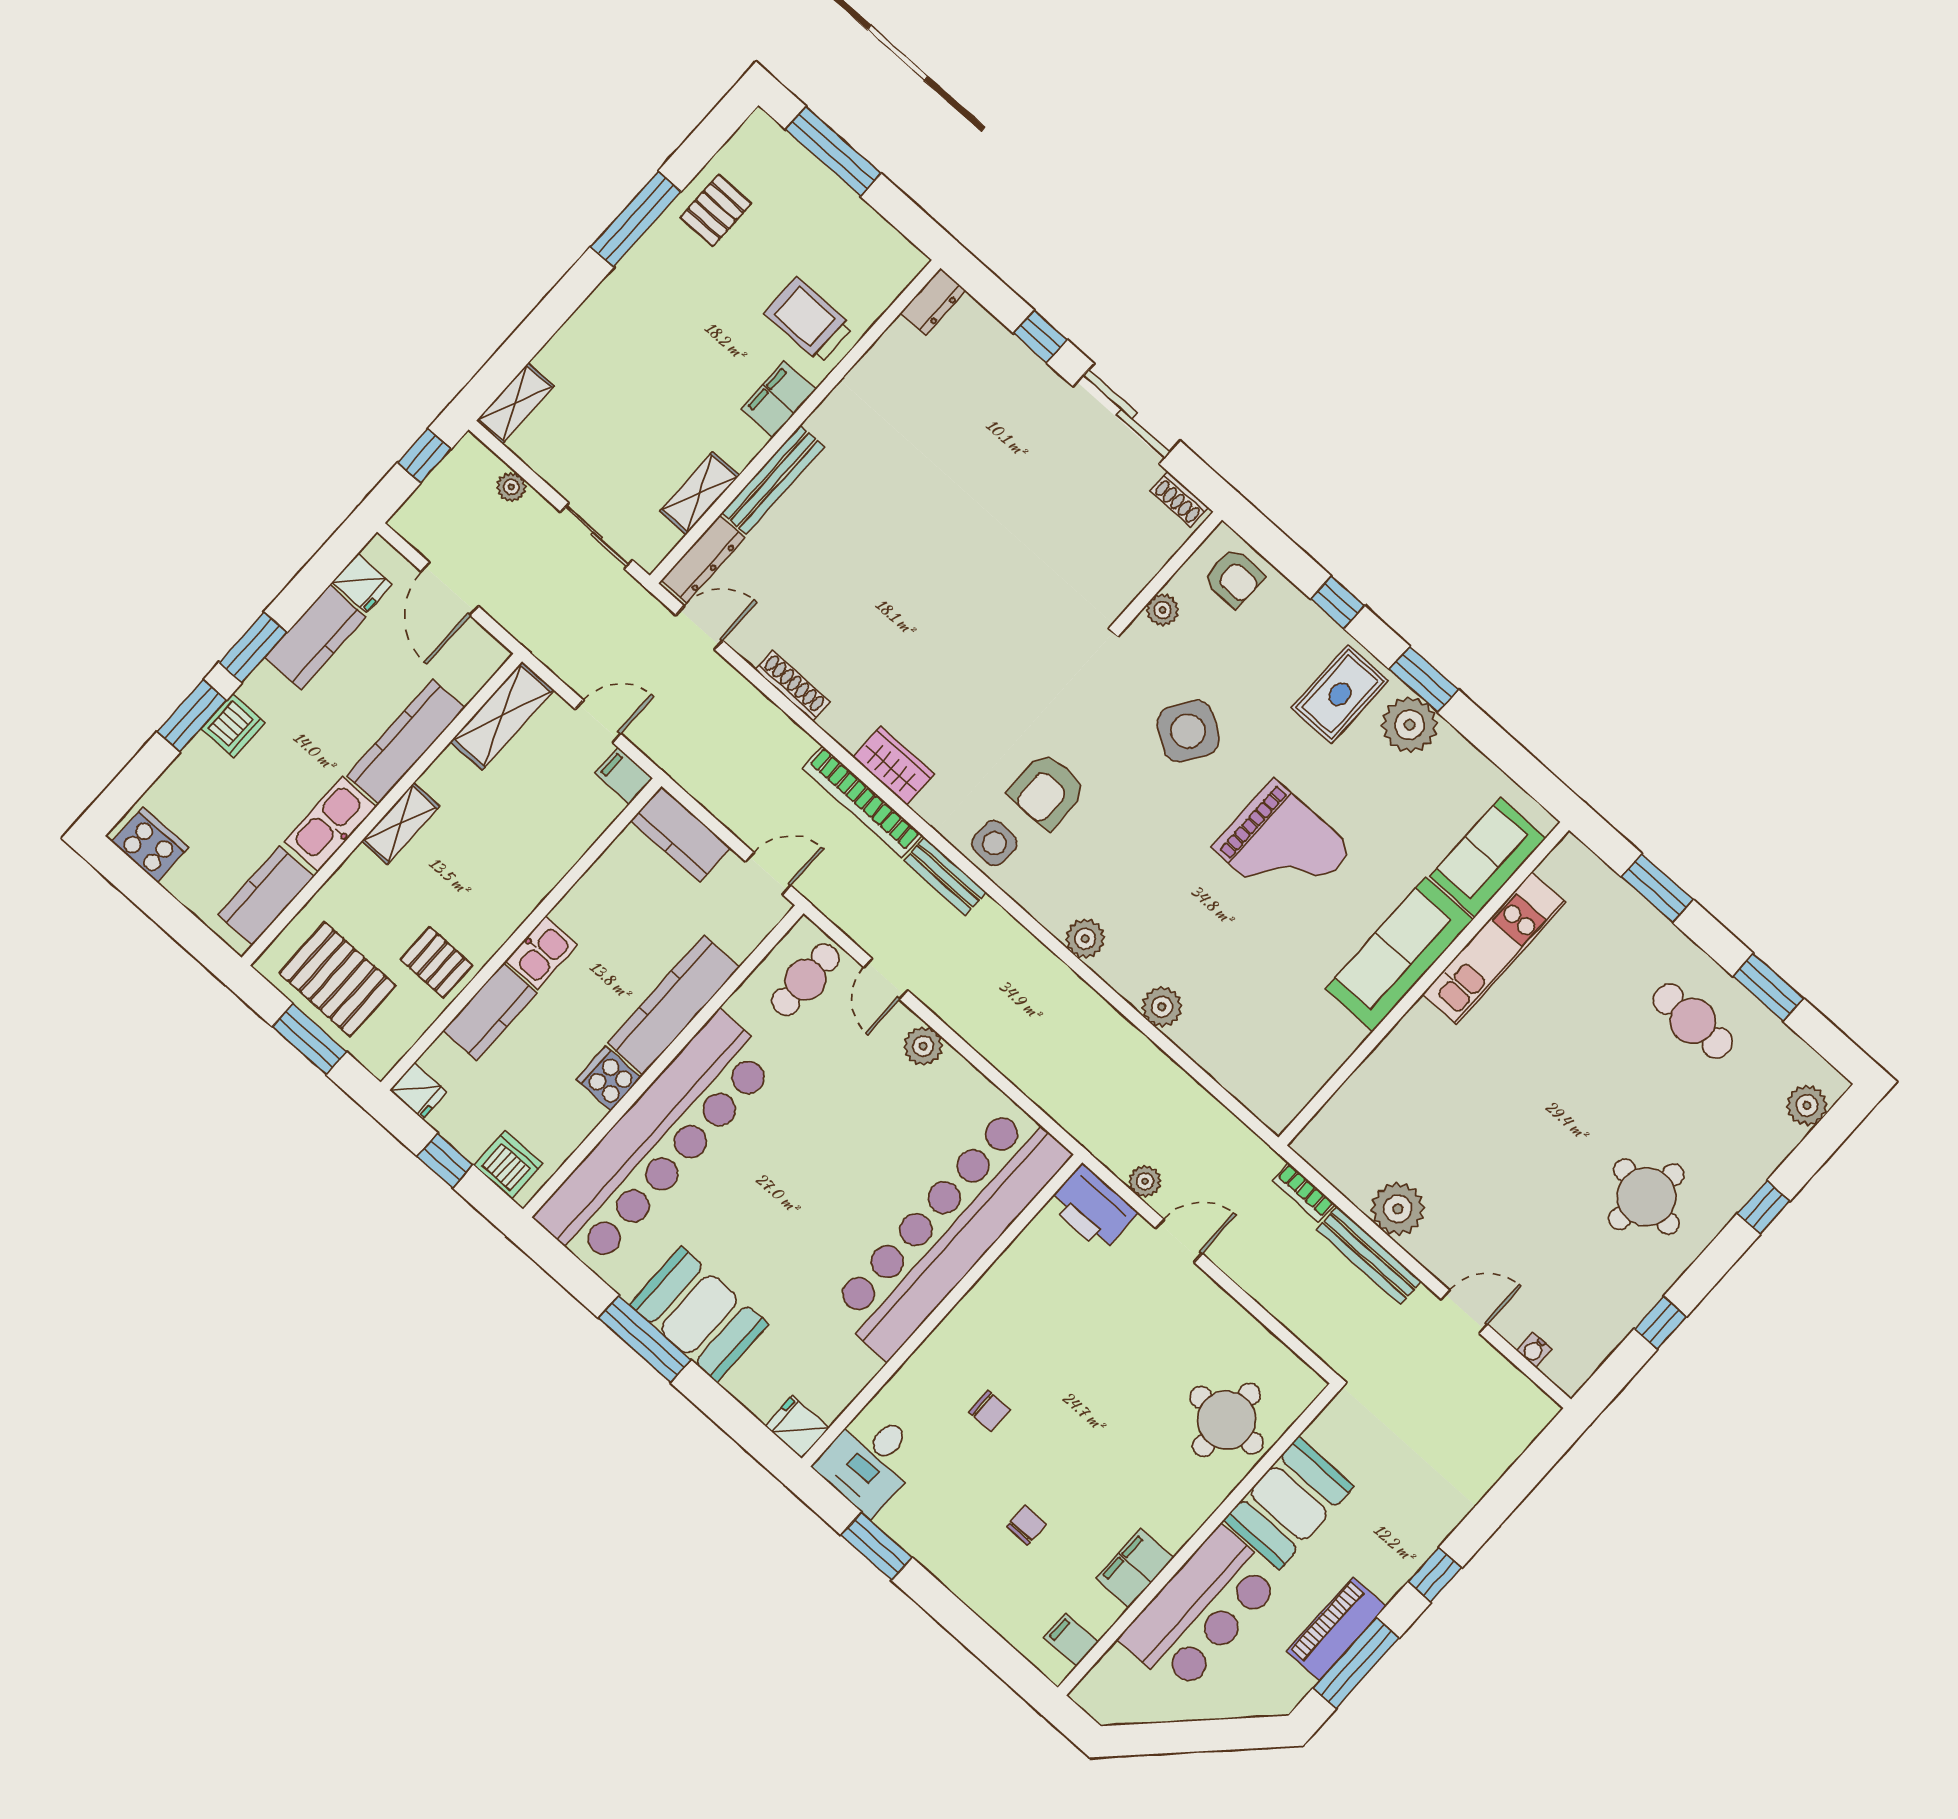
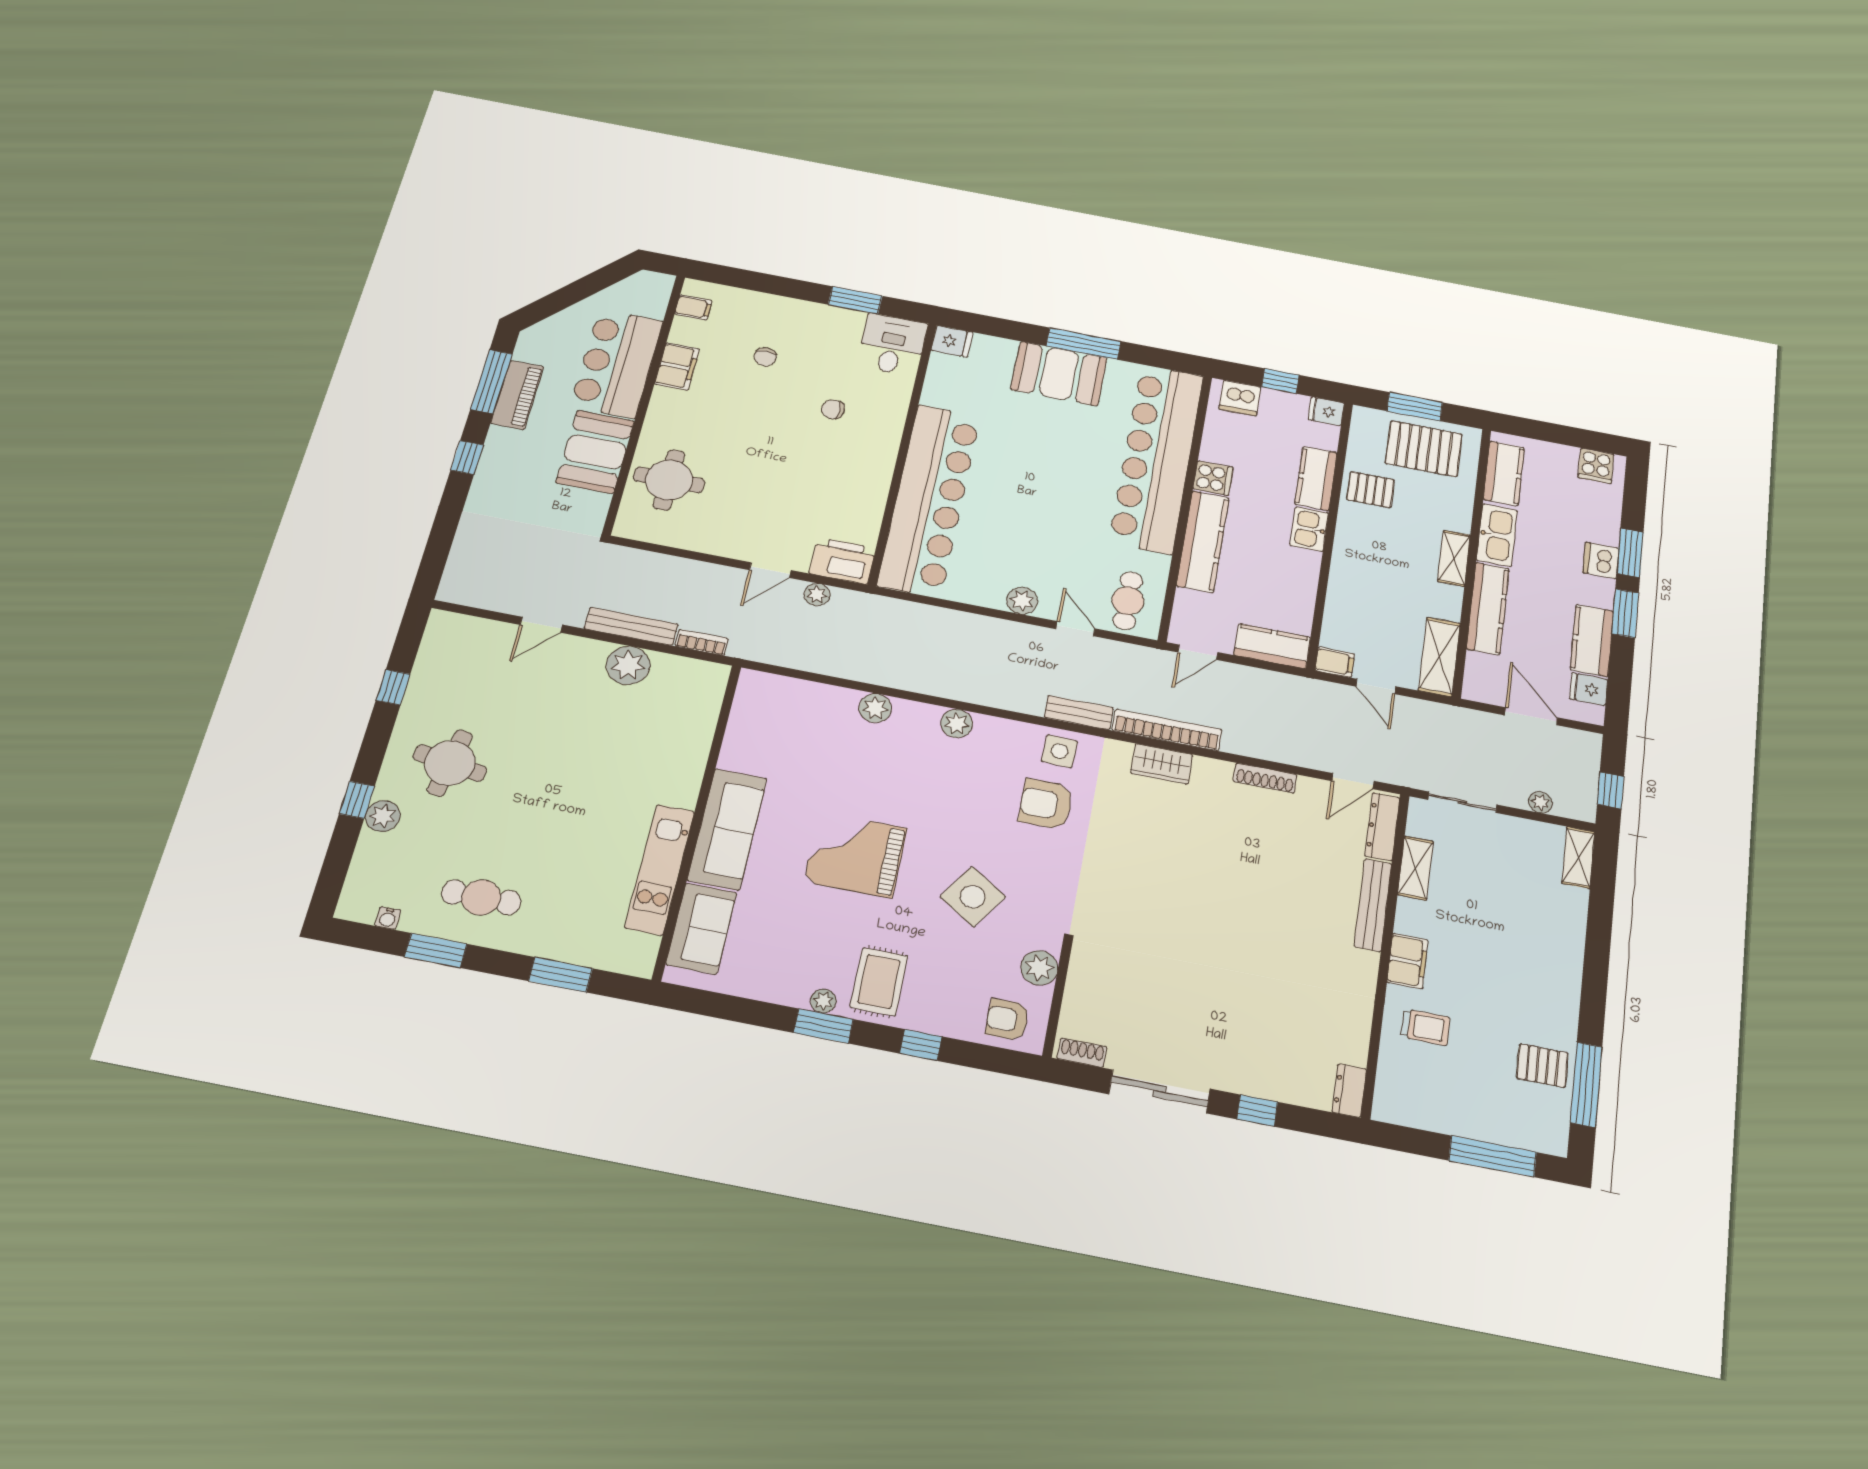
pallet: (716, 210) -> (1542, 1066), turned 90
window: (636, 219) -> (1586, 1085), moved
trolley: (809, 320) -> (1425, 1027), width x0.73, depth x0.72
plant: (1162, 610) -> (1039, 968), width x1.38, depth x1.38
door: (598, 721) -> (1376, 686), hinge flipped
plant: (1410, 725) -> (823, 1001), width x0.53, depth x0.53
armchair: (1047, 791) -> (1046, 804), turned -90
cooker: (150, 845) -> (1596, 466), width x0.73
plant: (1807, 1105) -> (383, 816), moved
water cooler: (1534, 1350) -> (388, 918), moved, turned 180

